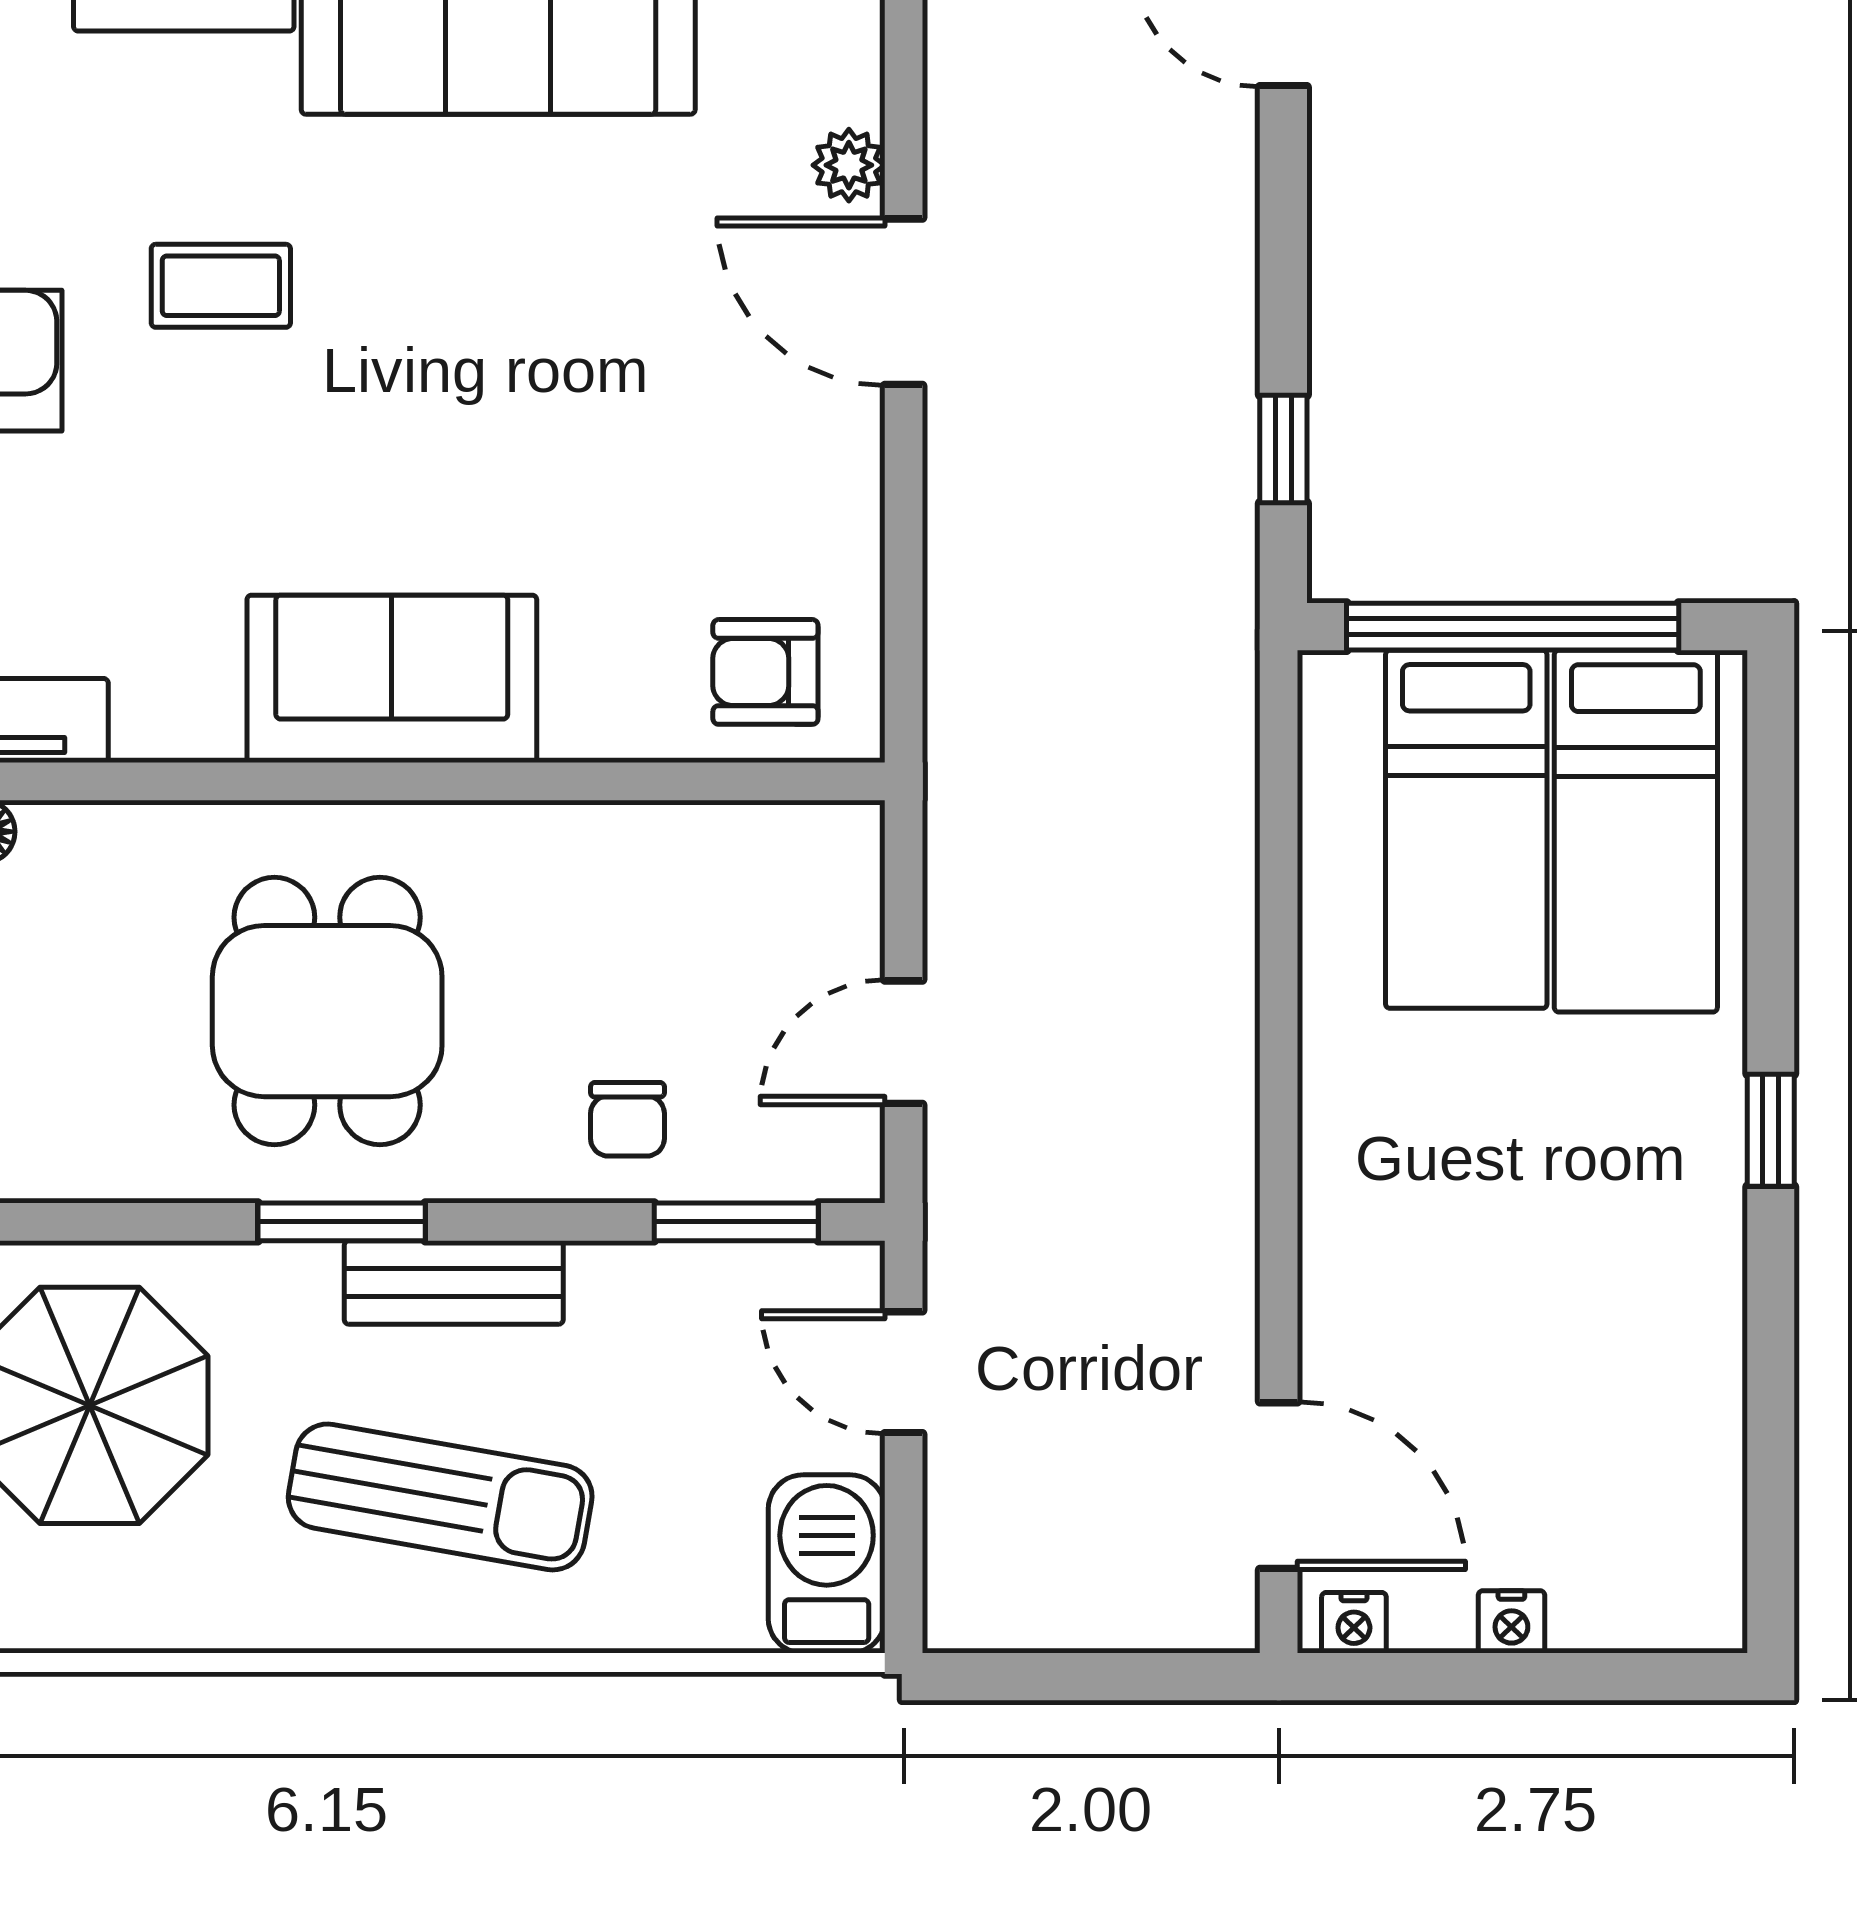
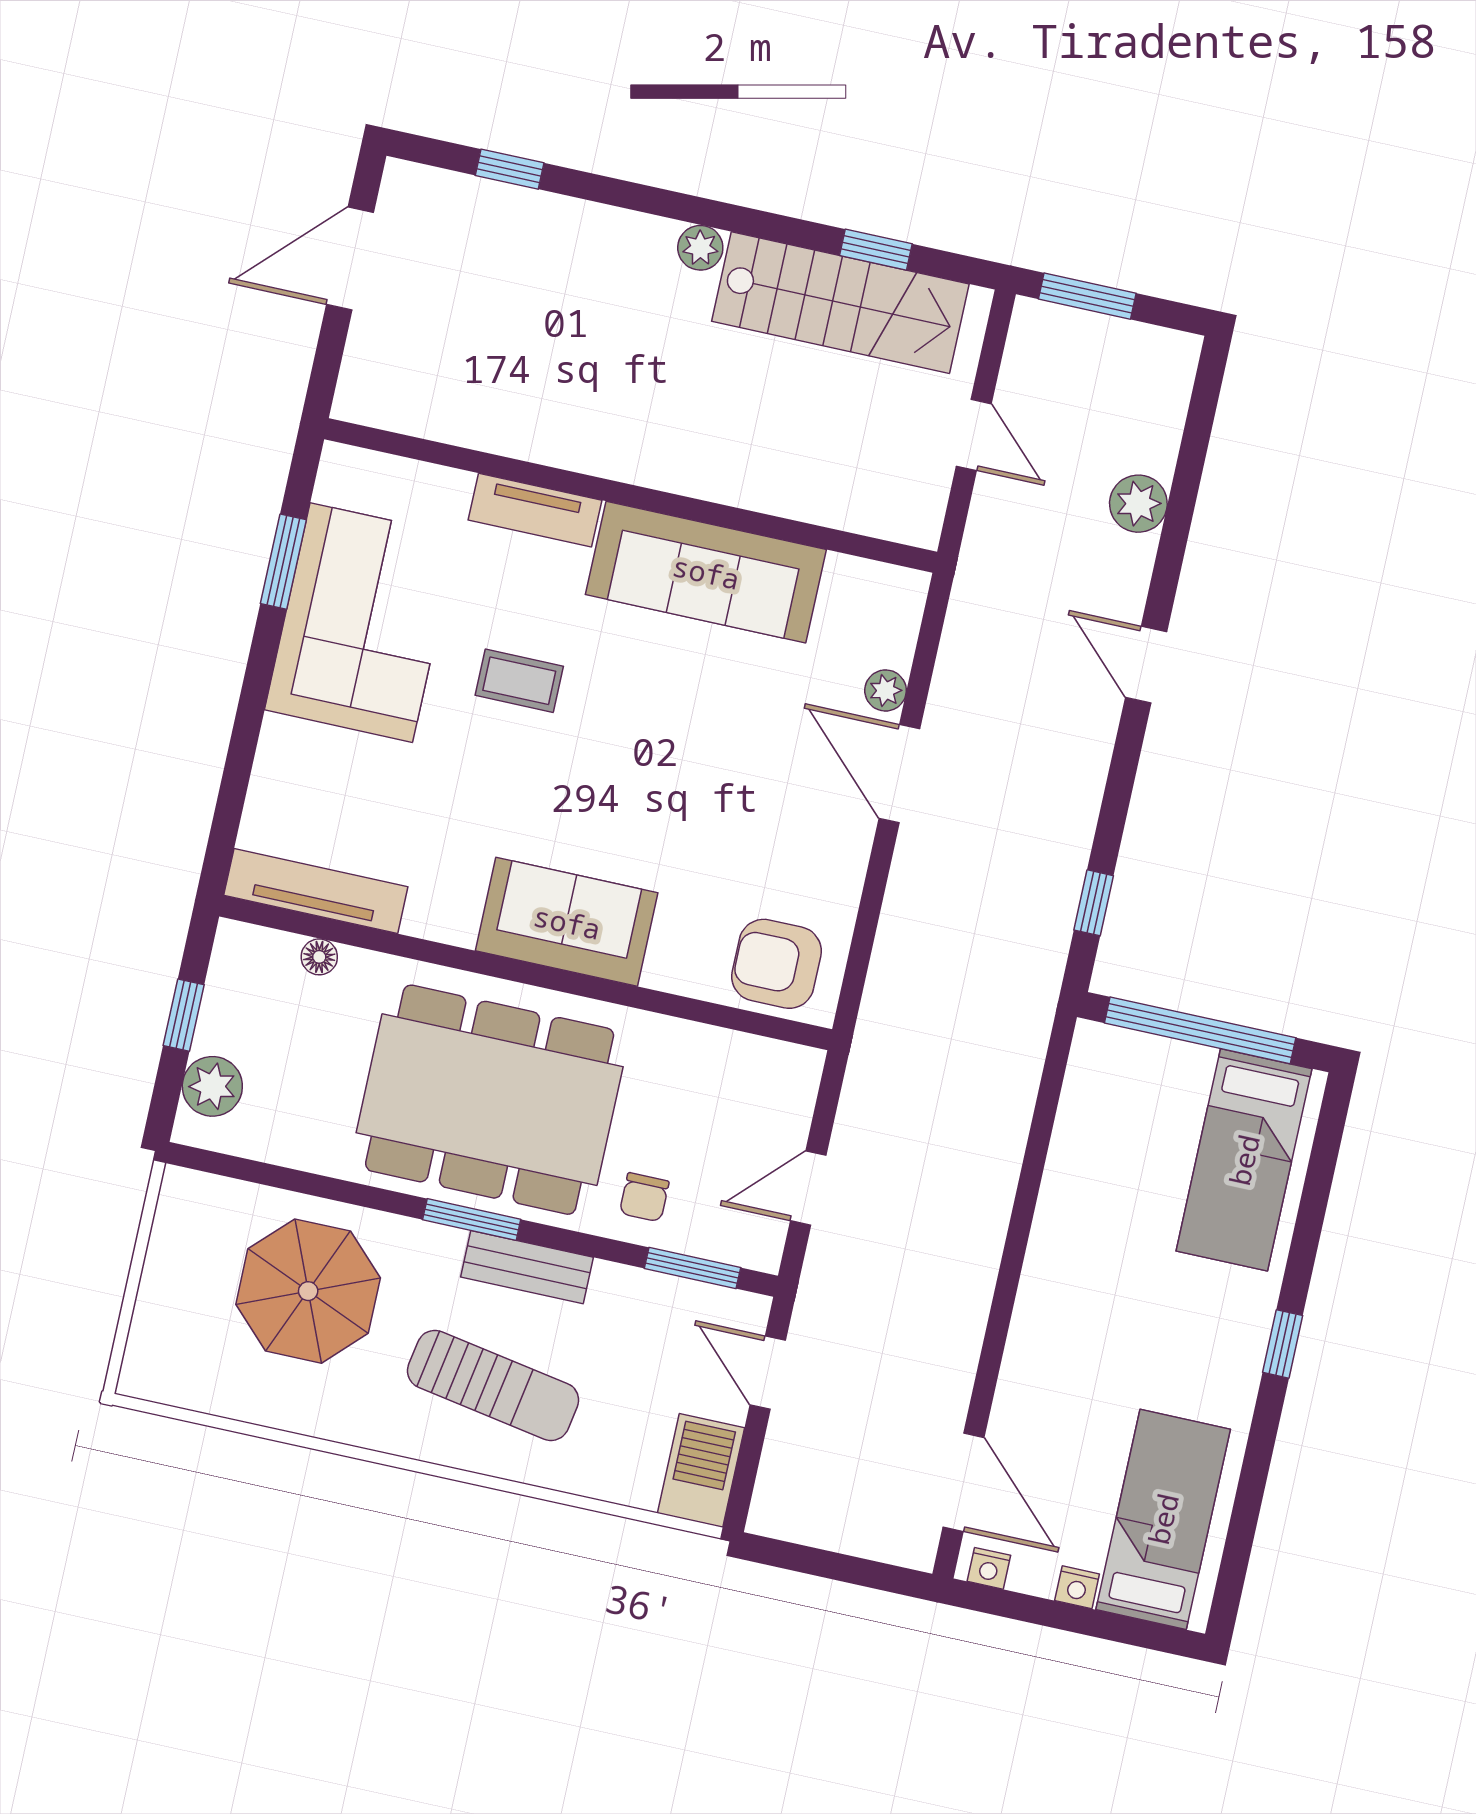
armchair: (765, 672) -> (777, 964), width x1.38, depth x1.38
bed: (1466, 829) -> (1163, 1519), moved, turned 180
dining table: (327, 1011) -> (490, 1100), width x1.88, depth x1.24

